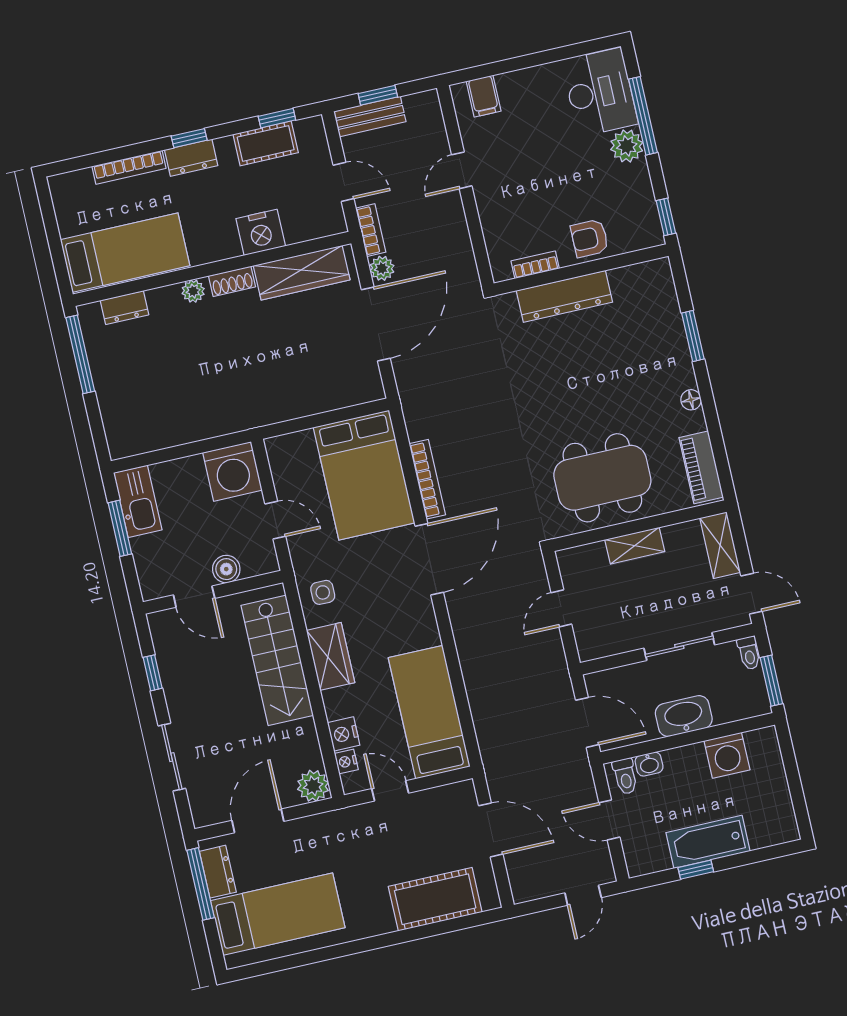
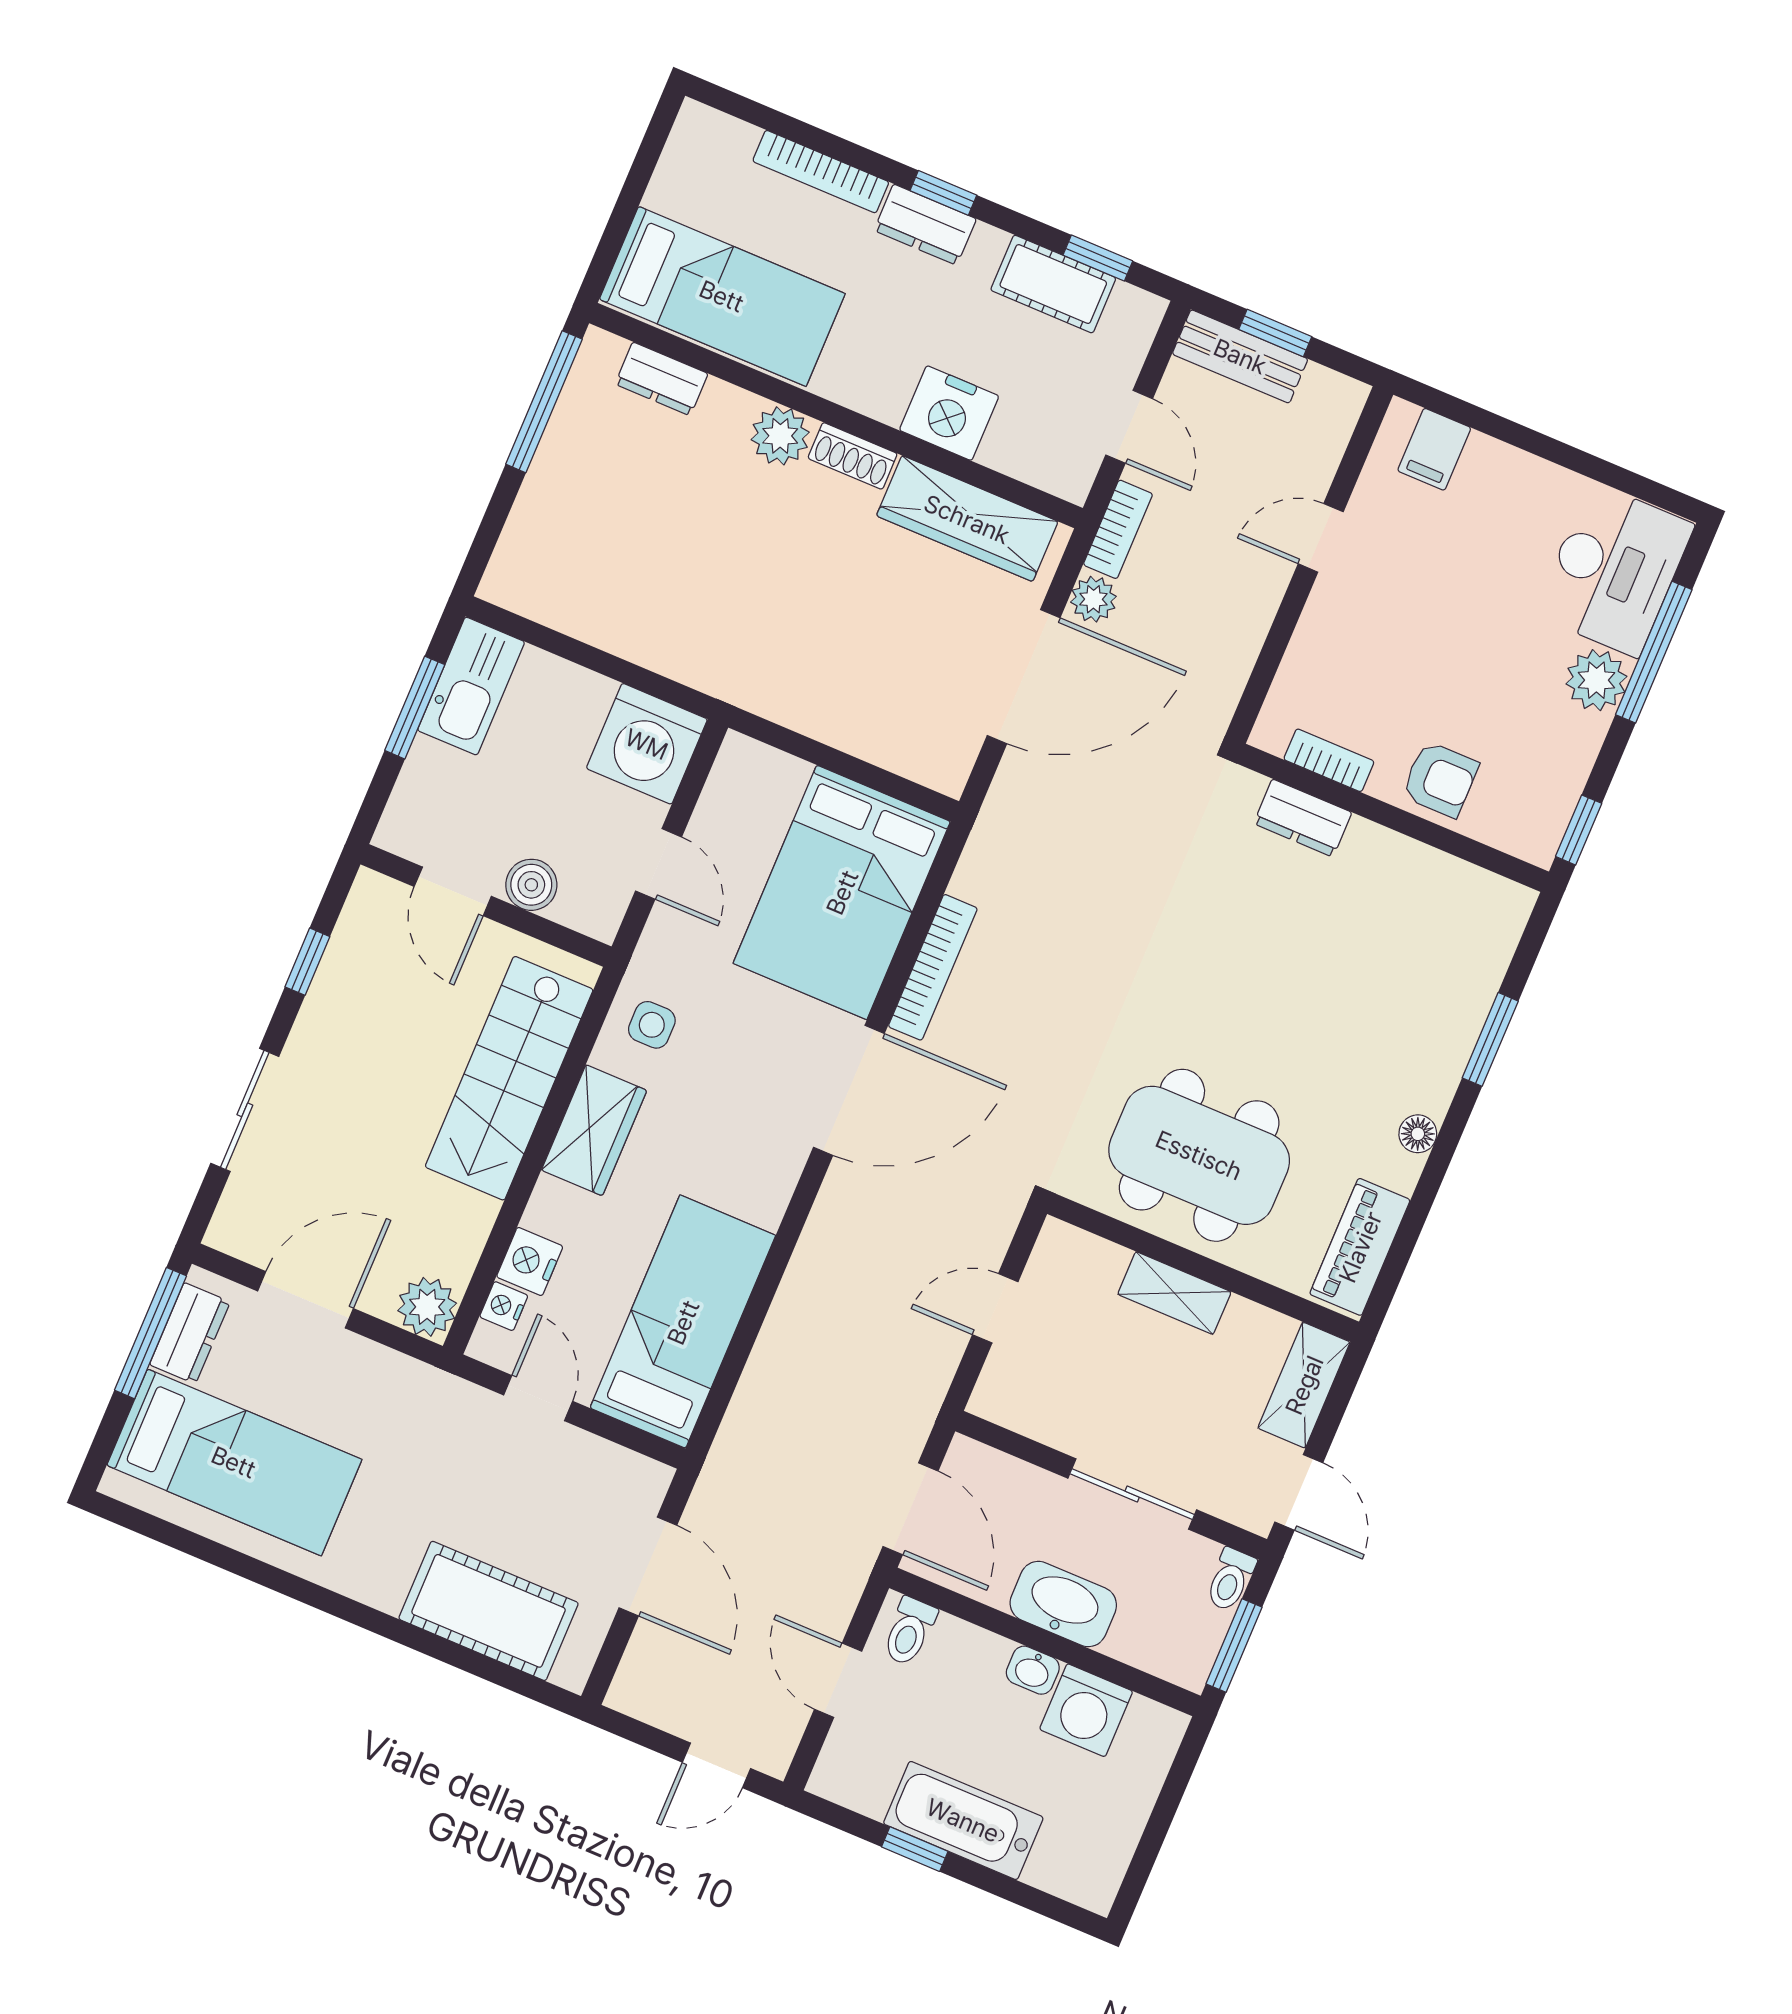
armchair: (590, 238) -> (1440, 779), turned 180
plant: (193, 291) -> (780, 436), width x1.38, depth x1.38
dresser: (564, 296) -> (1303, 818), width x0.51, depth x0.80
washbasin: (649, 764) -> (1033, 1670), moved

